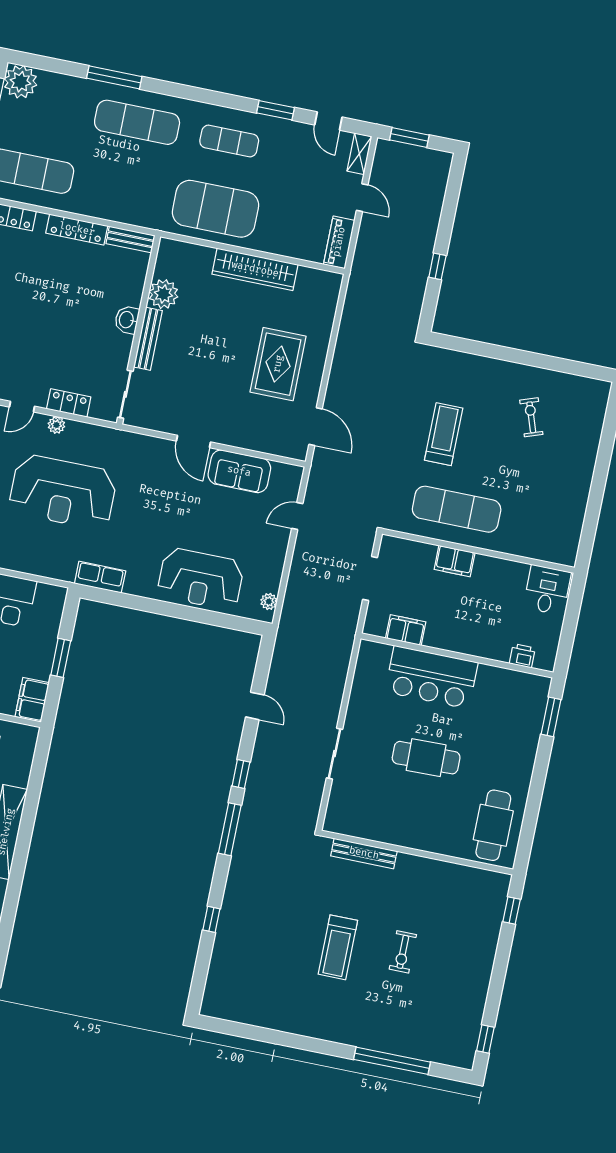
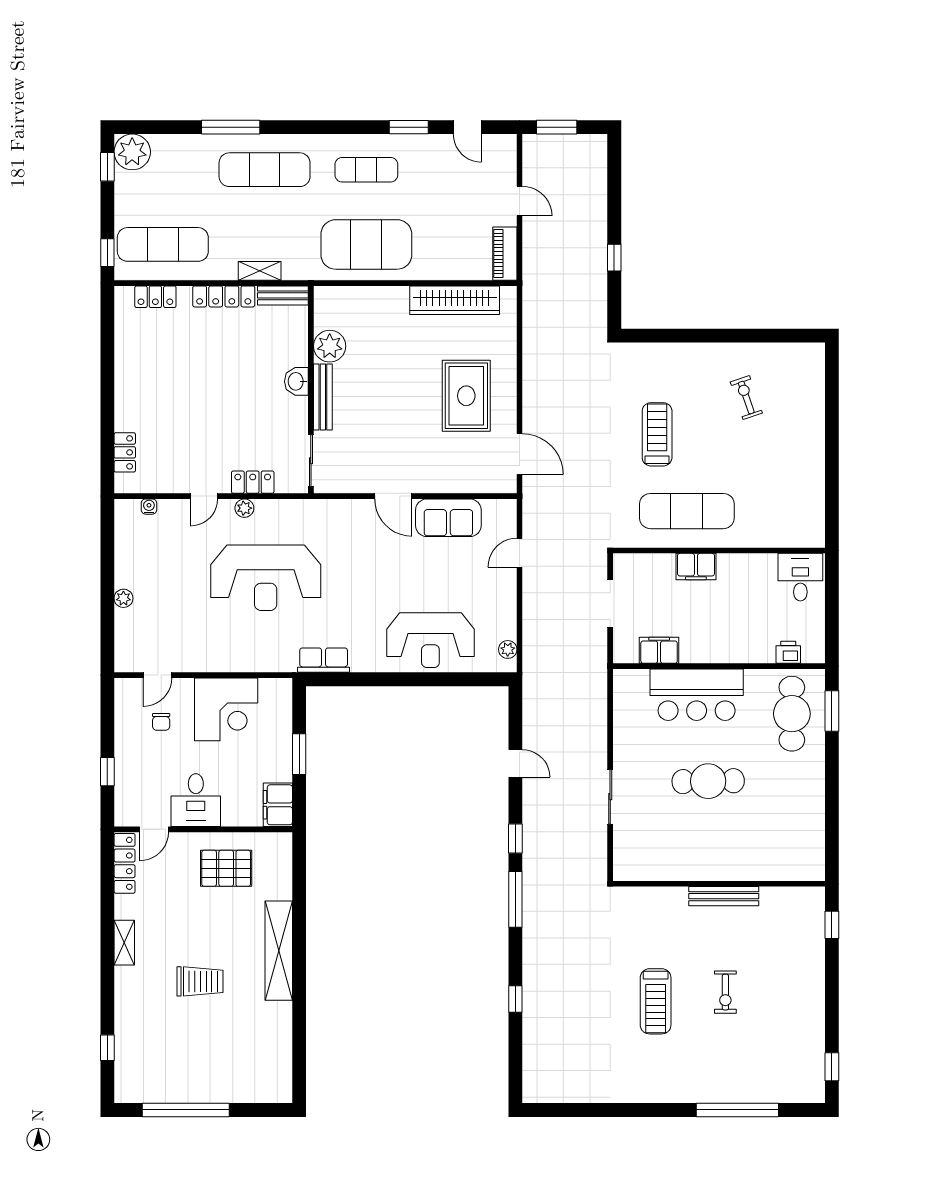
shelving: (359, 154) -> (260, 271), moved, turned 90
wardrobe: (255, 269) -> (455, 300), moved
cafe table: (493, 825) -> (792, 714), moved
bench: (364, 853) -> (724, 896), moved

